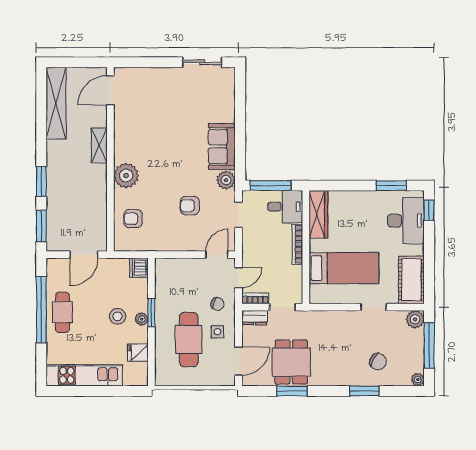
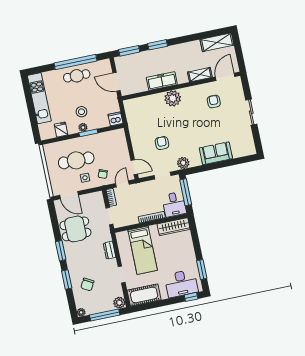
sliding door: (202, 62) -> (251, 112), moved
door: (110, 90) -> (225, 77), hinge flipped
shelving: (56, 103) -> (217, 42), width x0.68
shelving: (99, 145) -> (200, 75), moved
sofa: (222, 146) -> (216, 153), moved
freezer: (97, 187) -> (162, 81), added
armchair: (133, 219) -> (214, 102), moved
door: (238, 278) -> (122, 184), swing flipped
dresser: (255, 318) -> (110, 250), moved
window: (292, 391) -> (61, 251), moved

